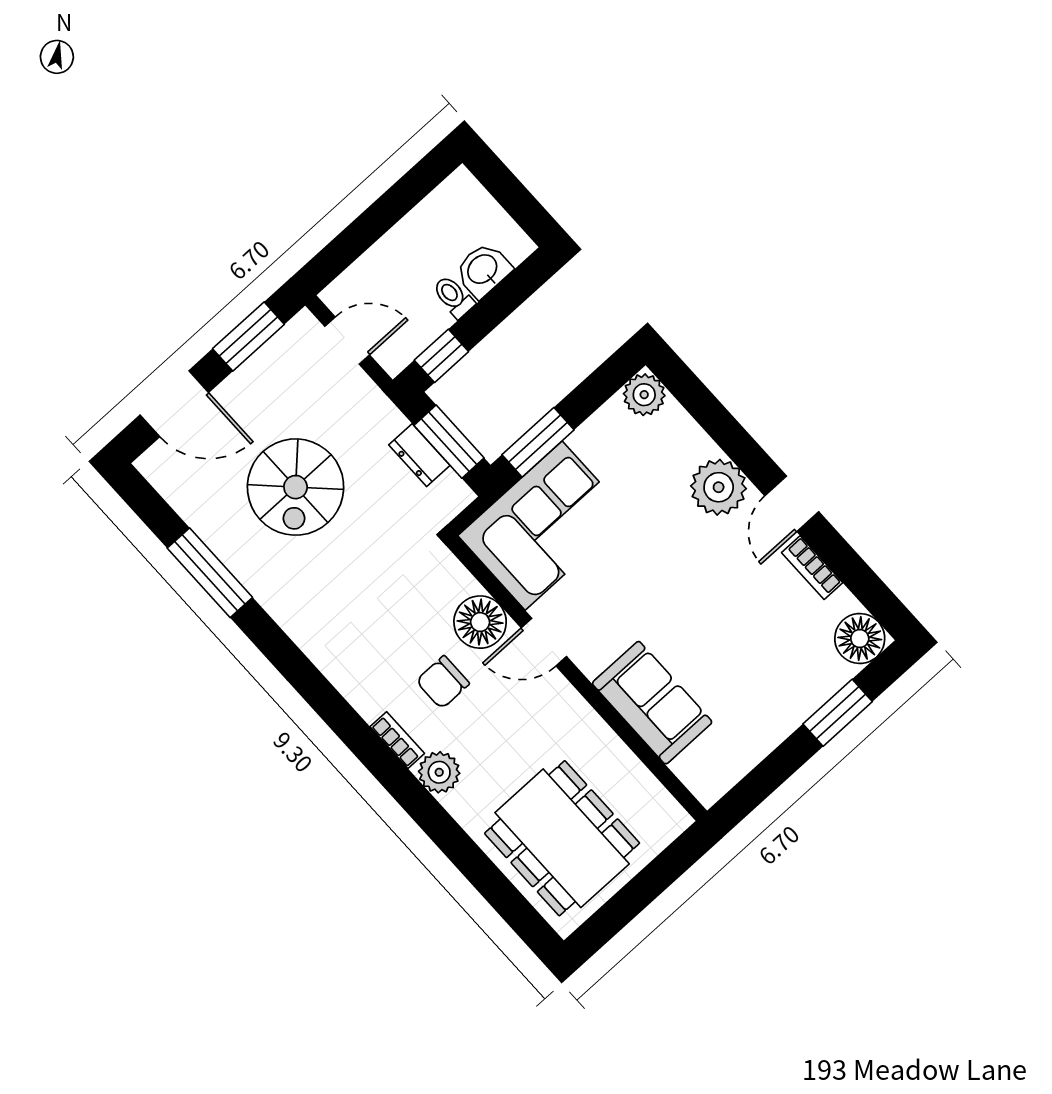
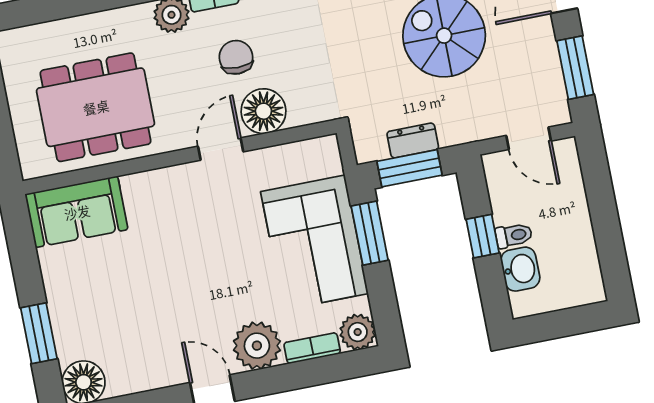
door: (347, 341) -> (529, 138), hinge flipped
window: (441, 356) -> (483, 236), moved
corner sofa: (544, 526) -> (314, 243), moved
bookcase: (812, 568) -> (312, 348), moved
sofa: (652, 703) -> (77, 212), moved
dining table: (562, 838) -> (96, 107), moved

